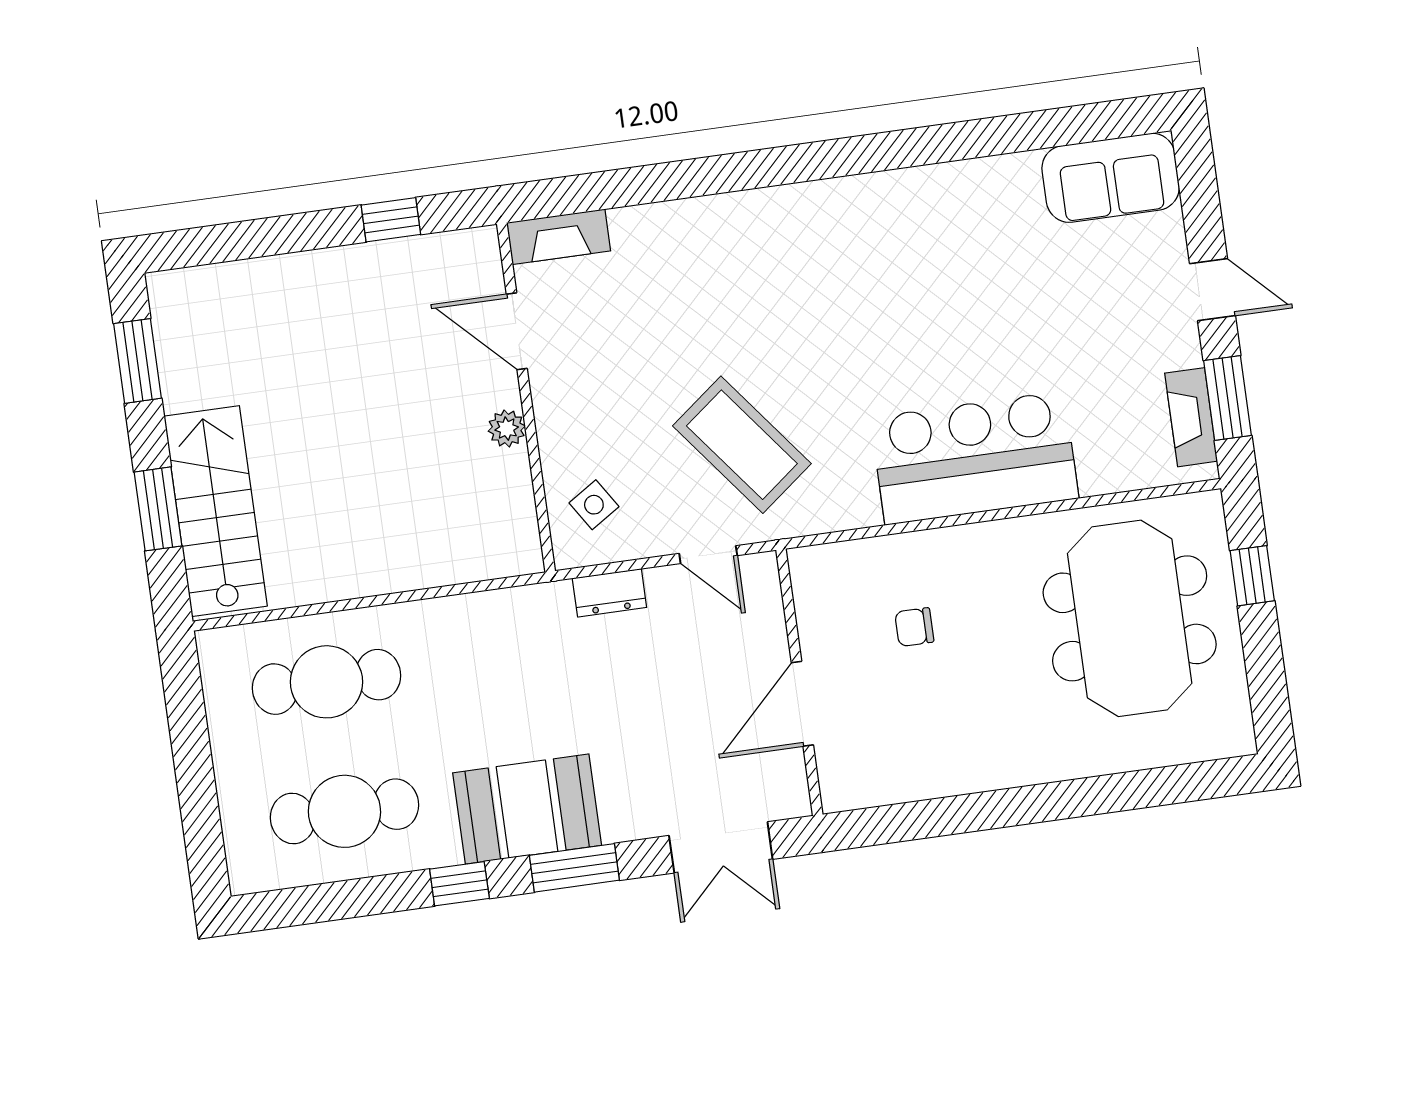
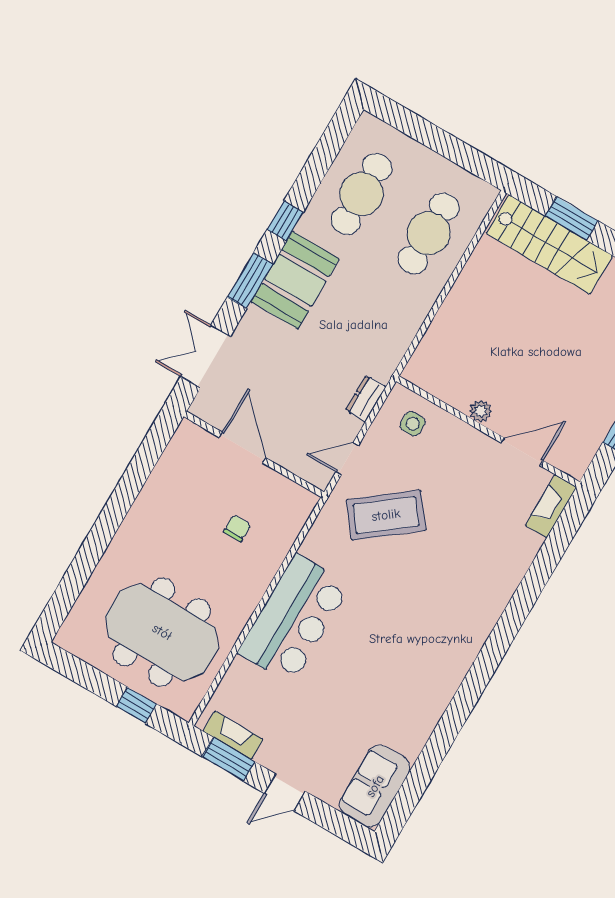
side table: (594, 505) -> (413, 424), turned 33

